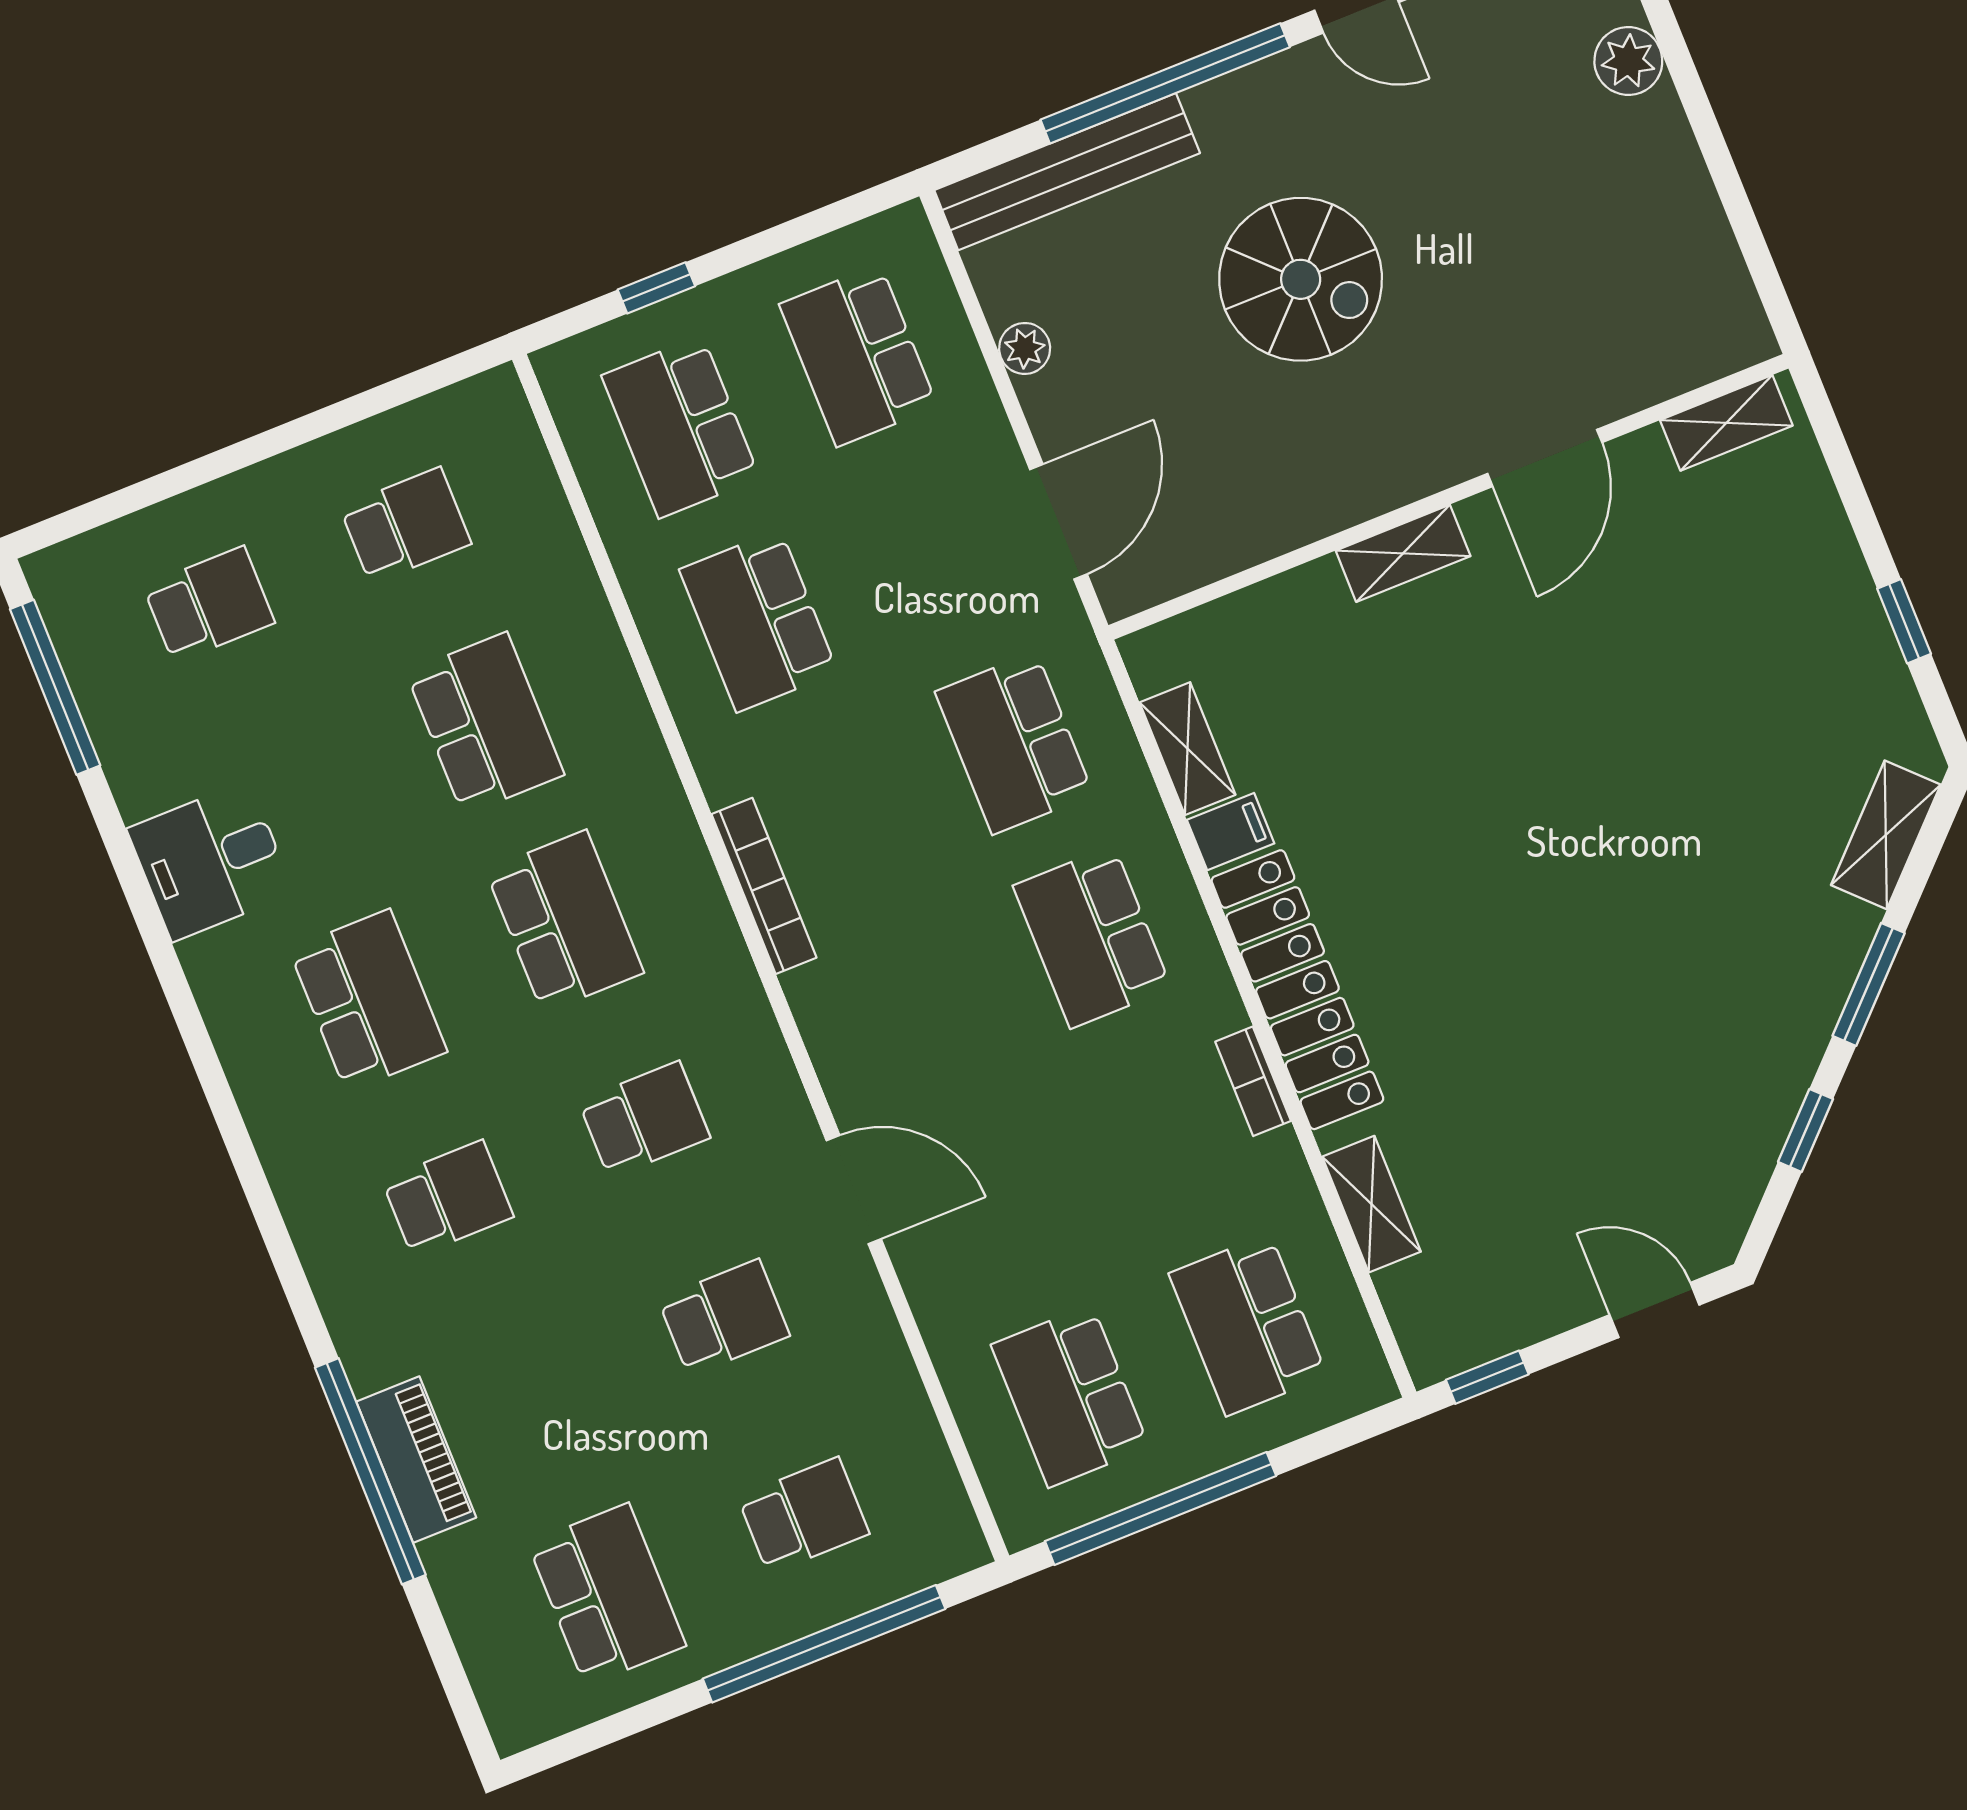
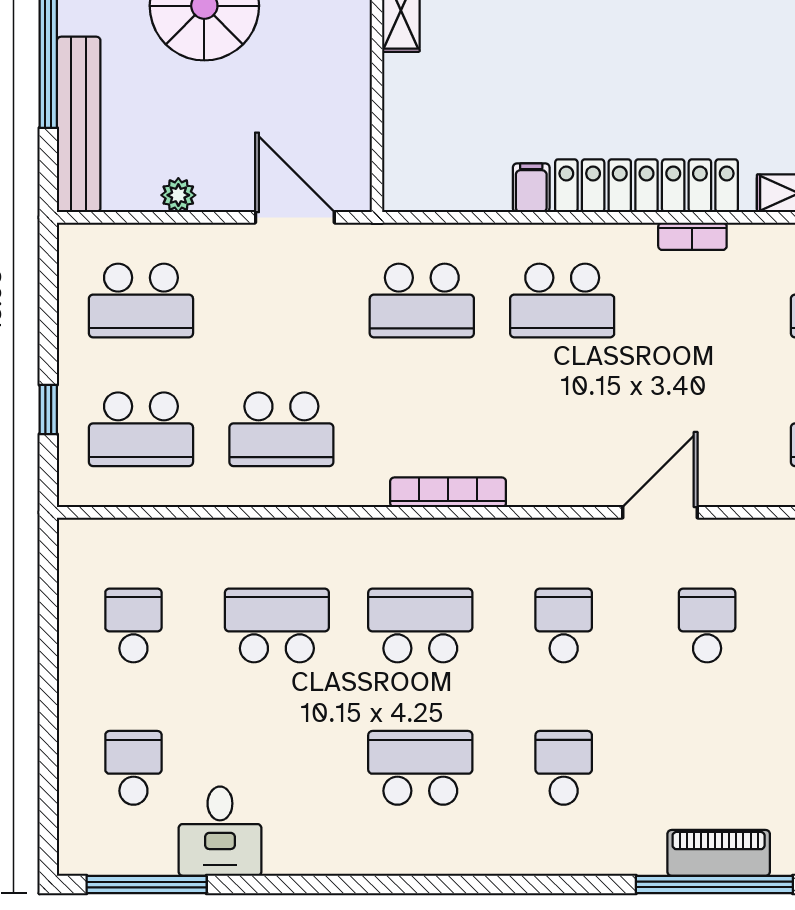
shelving: (1187, 749) -> (469, 194), removed
desk: (210, 861) -> (220, 831), moved

